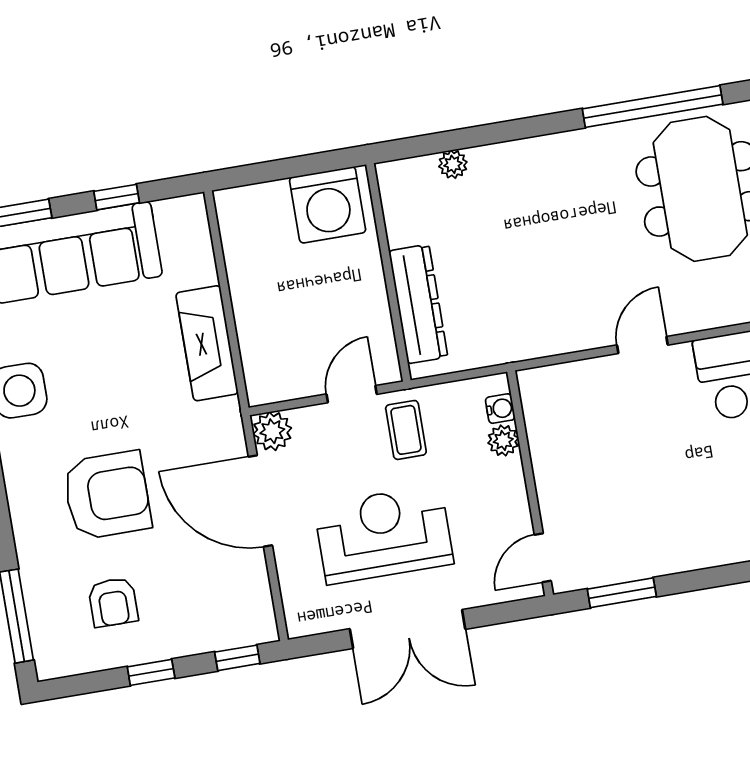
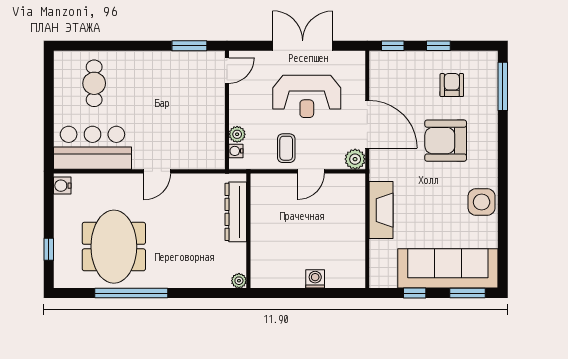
washing machine: (328, 205) -> (315, 279), width x0.53, depth x0.53
wall: (388, 272) -> (248, 231), moved
dresser: (418, 304) -> (236, 212), moved

